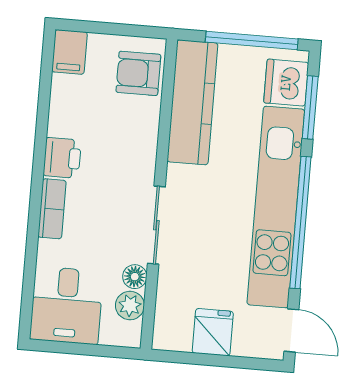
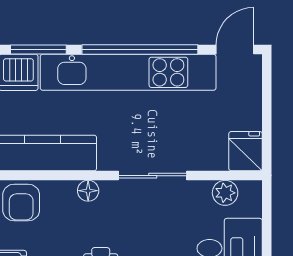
floor lamp: (135, 277) -> (88, 191), moved
fridge: (213, 332) -> (246, 151), moved, turned 90

